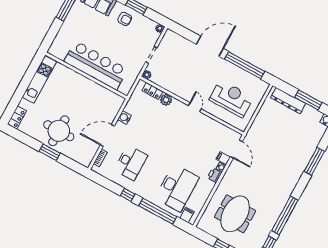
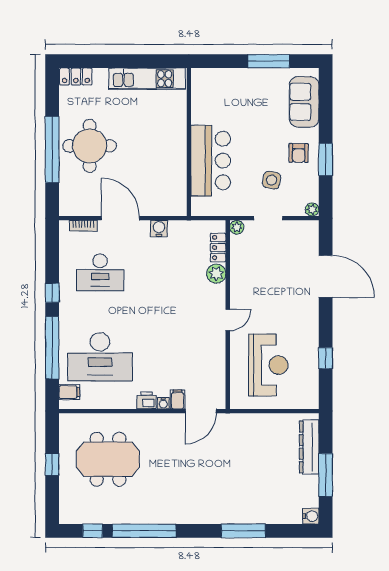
side table: (132, 42) -> (272, 180), added
door: (210, 46) -> (326, 276), moved
bar counter: (96, 65) -> (211, 161), width x0.73
window: (245, 65) -> (326, 358), width x0.32
window: (50, 152) -> (52, 150), width x2.11

